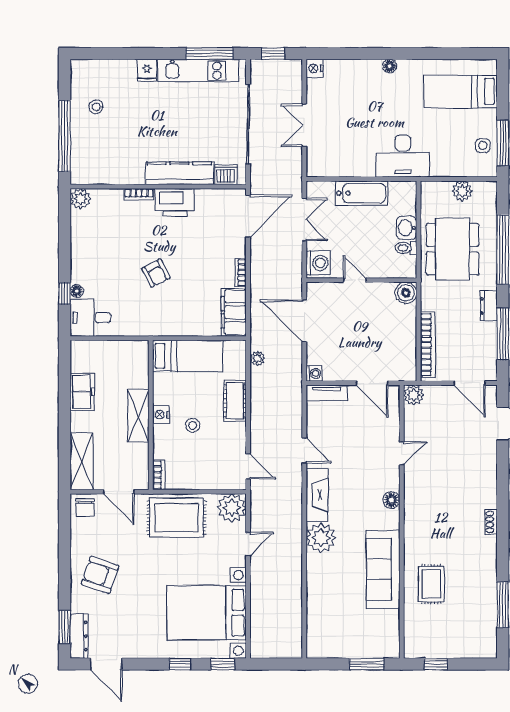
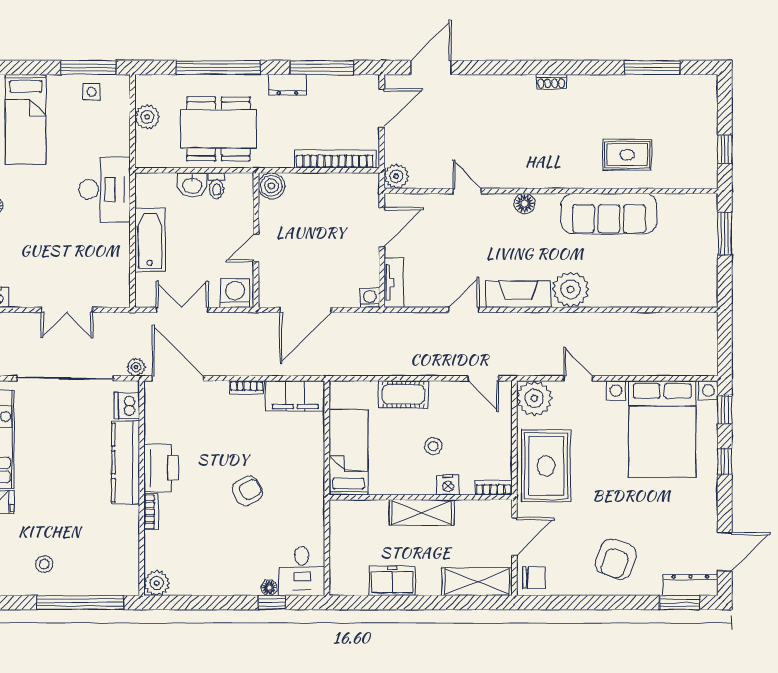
plant: (257, 359) -> (136, 367), moved
nightstand: (161, 415) -> (448, 485), moved
door: (248, 466) -> (483, 378), swing flipped

